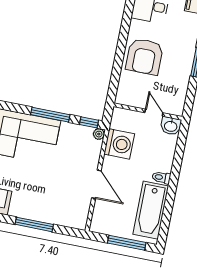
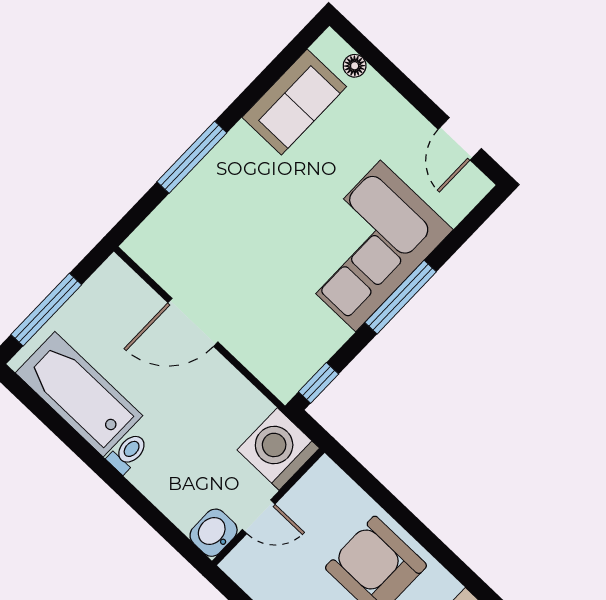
window: (50, 115) -> (401, 297), moved
plant: (99, 134) -> (285, 387), removed
washing machine: (119, 144) -> (278, 449), moved, turned 90

